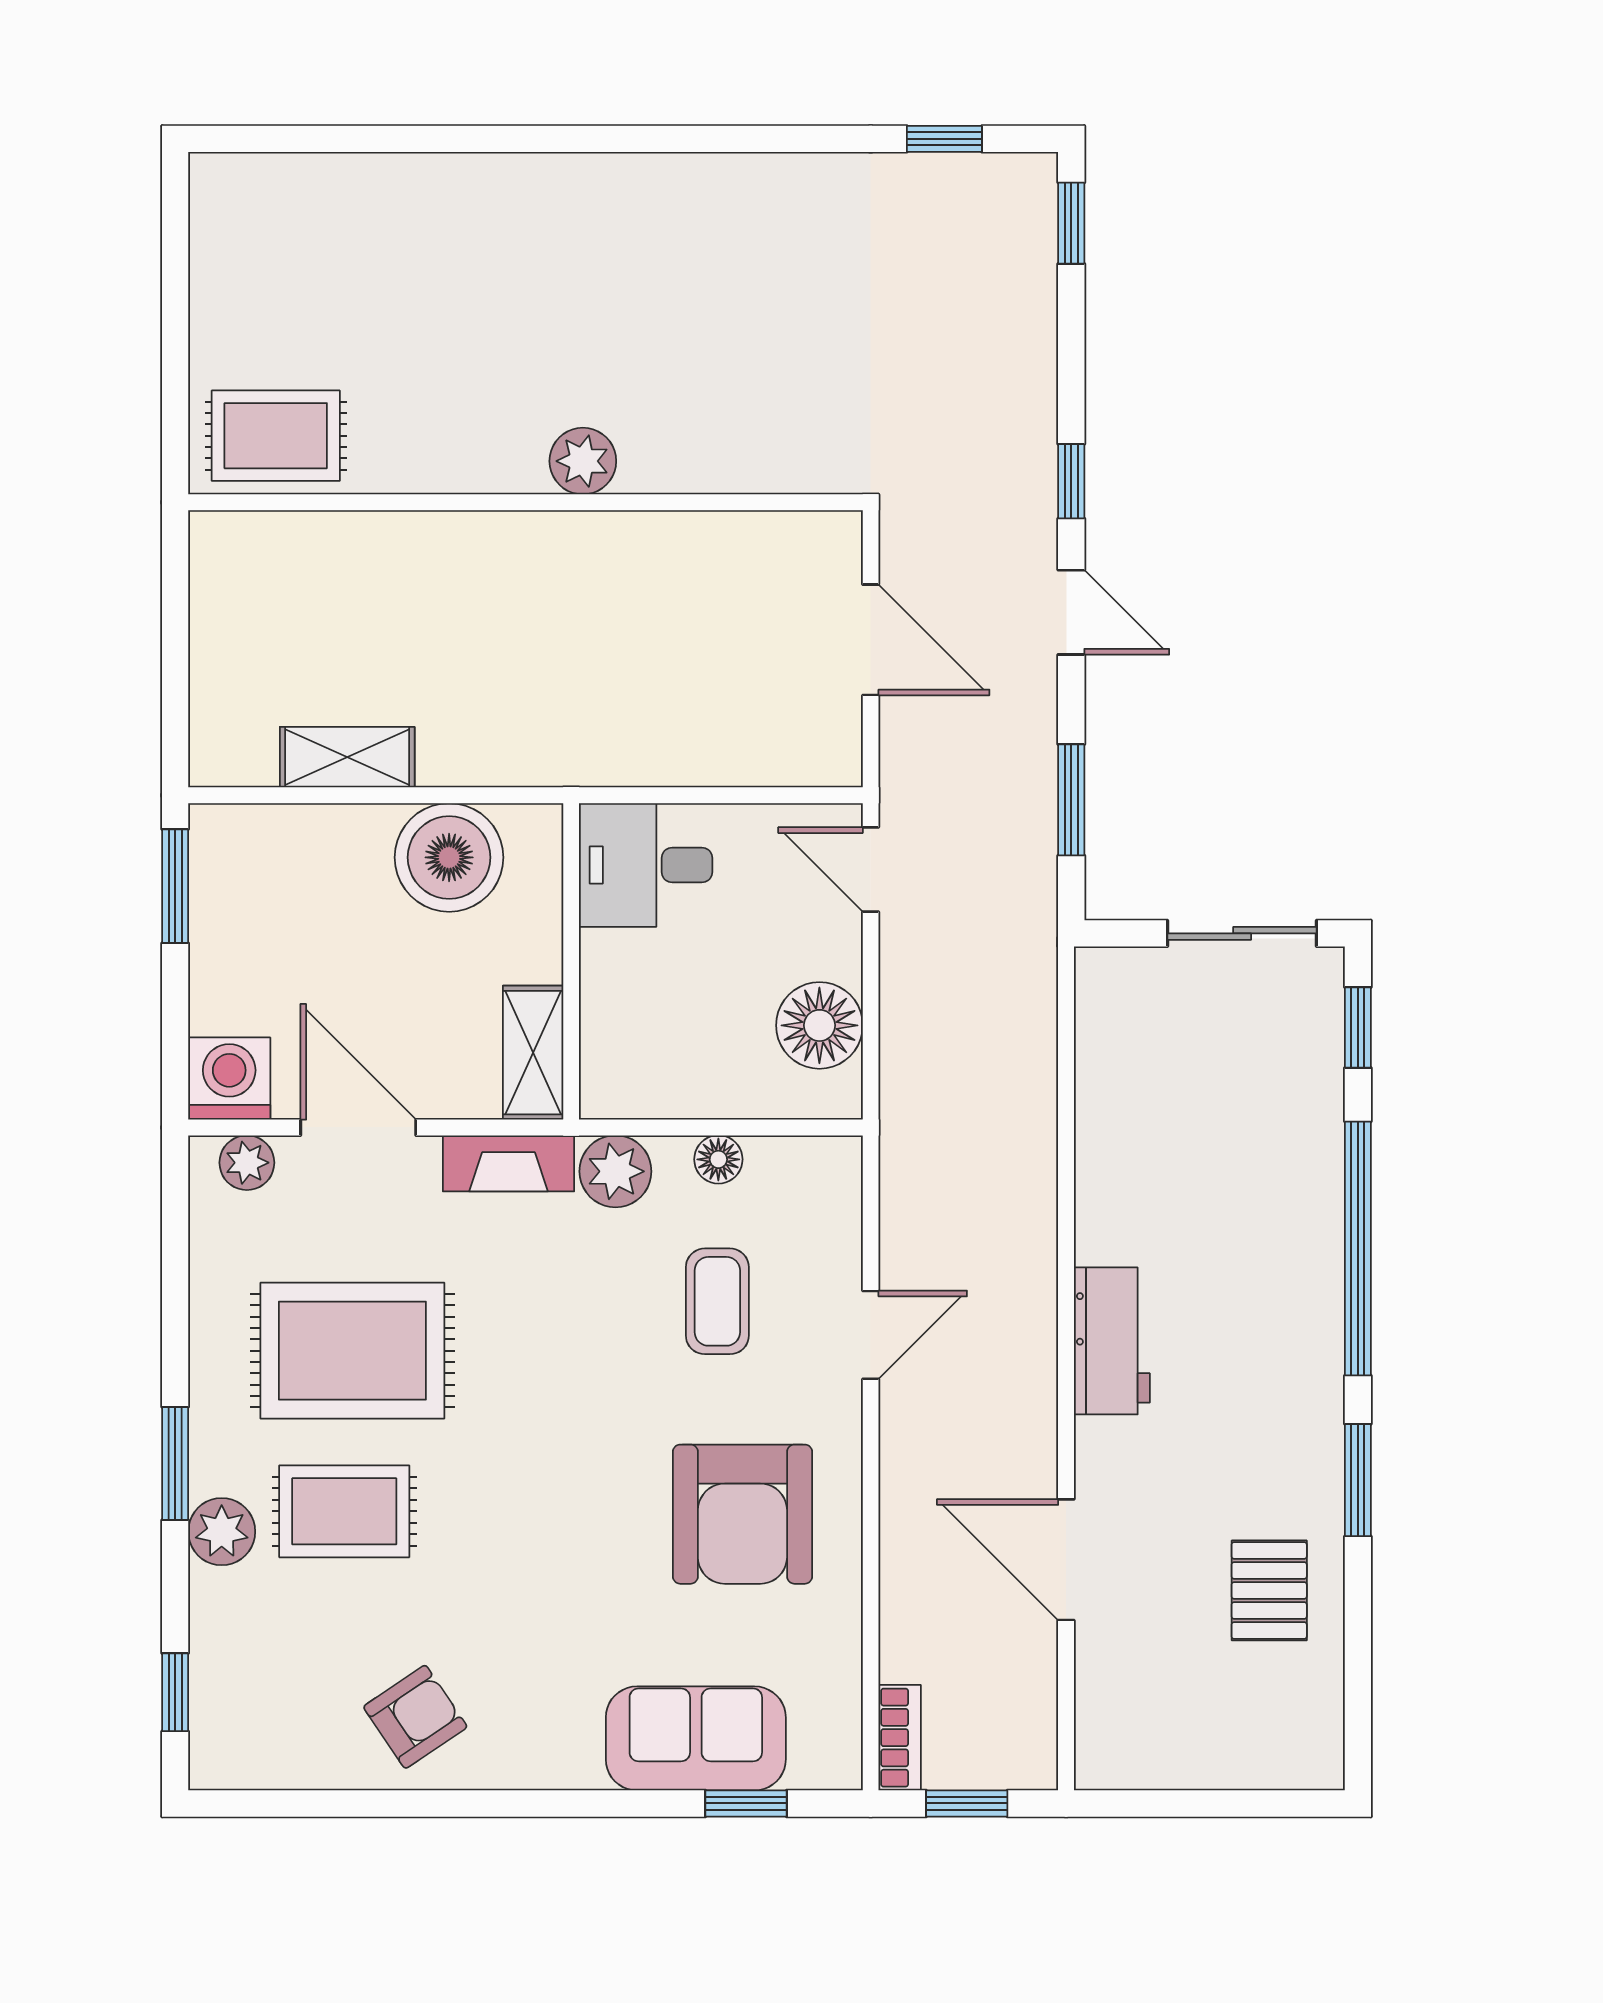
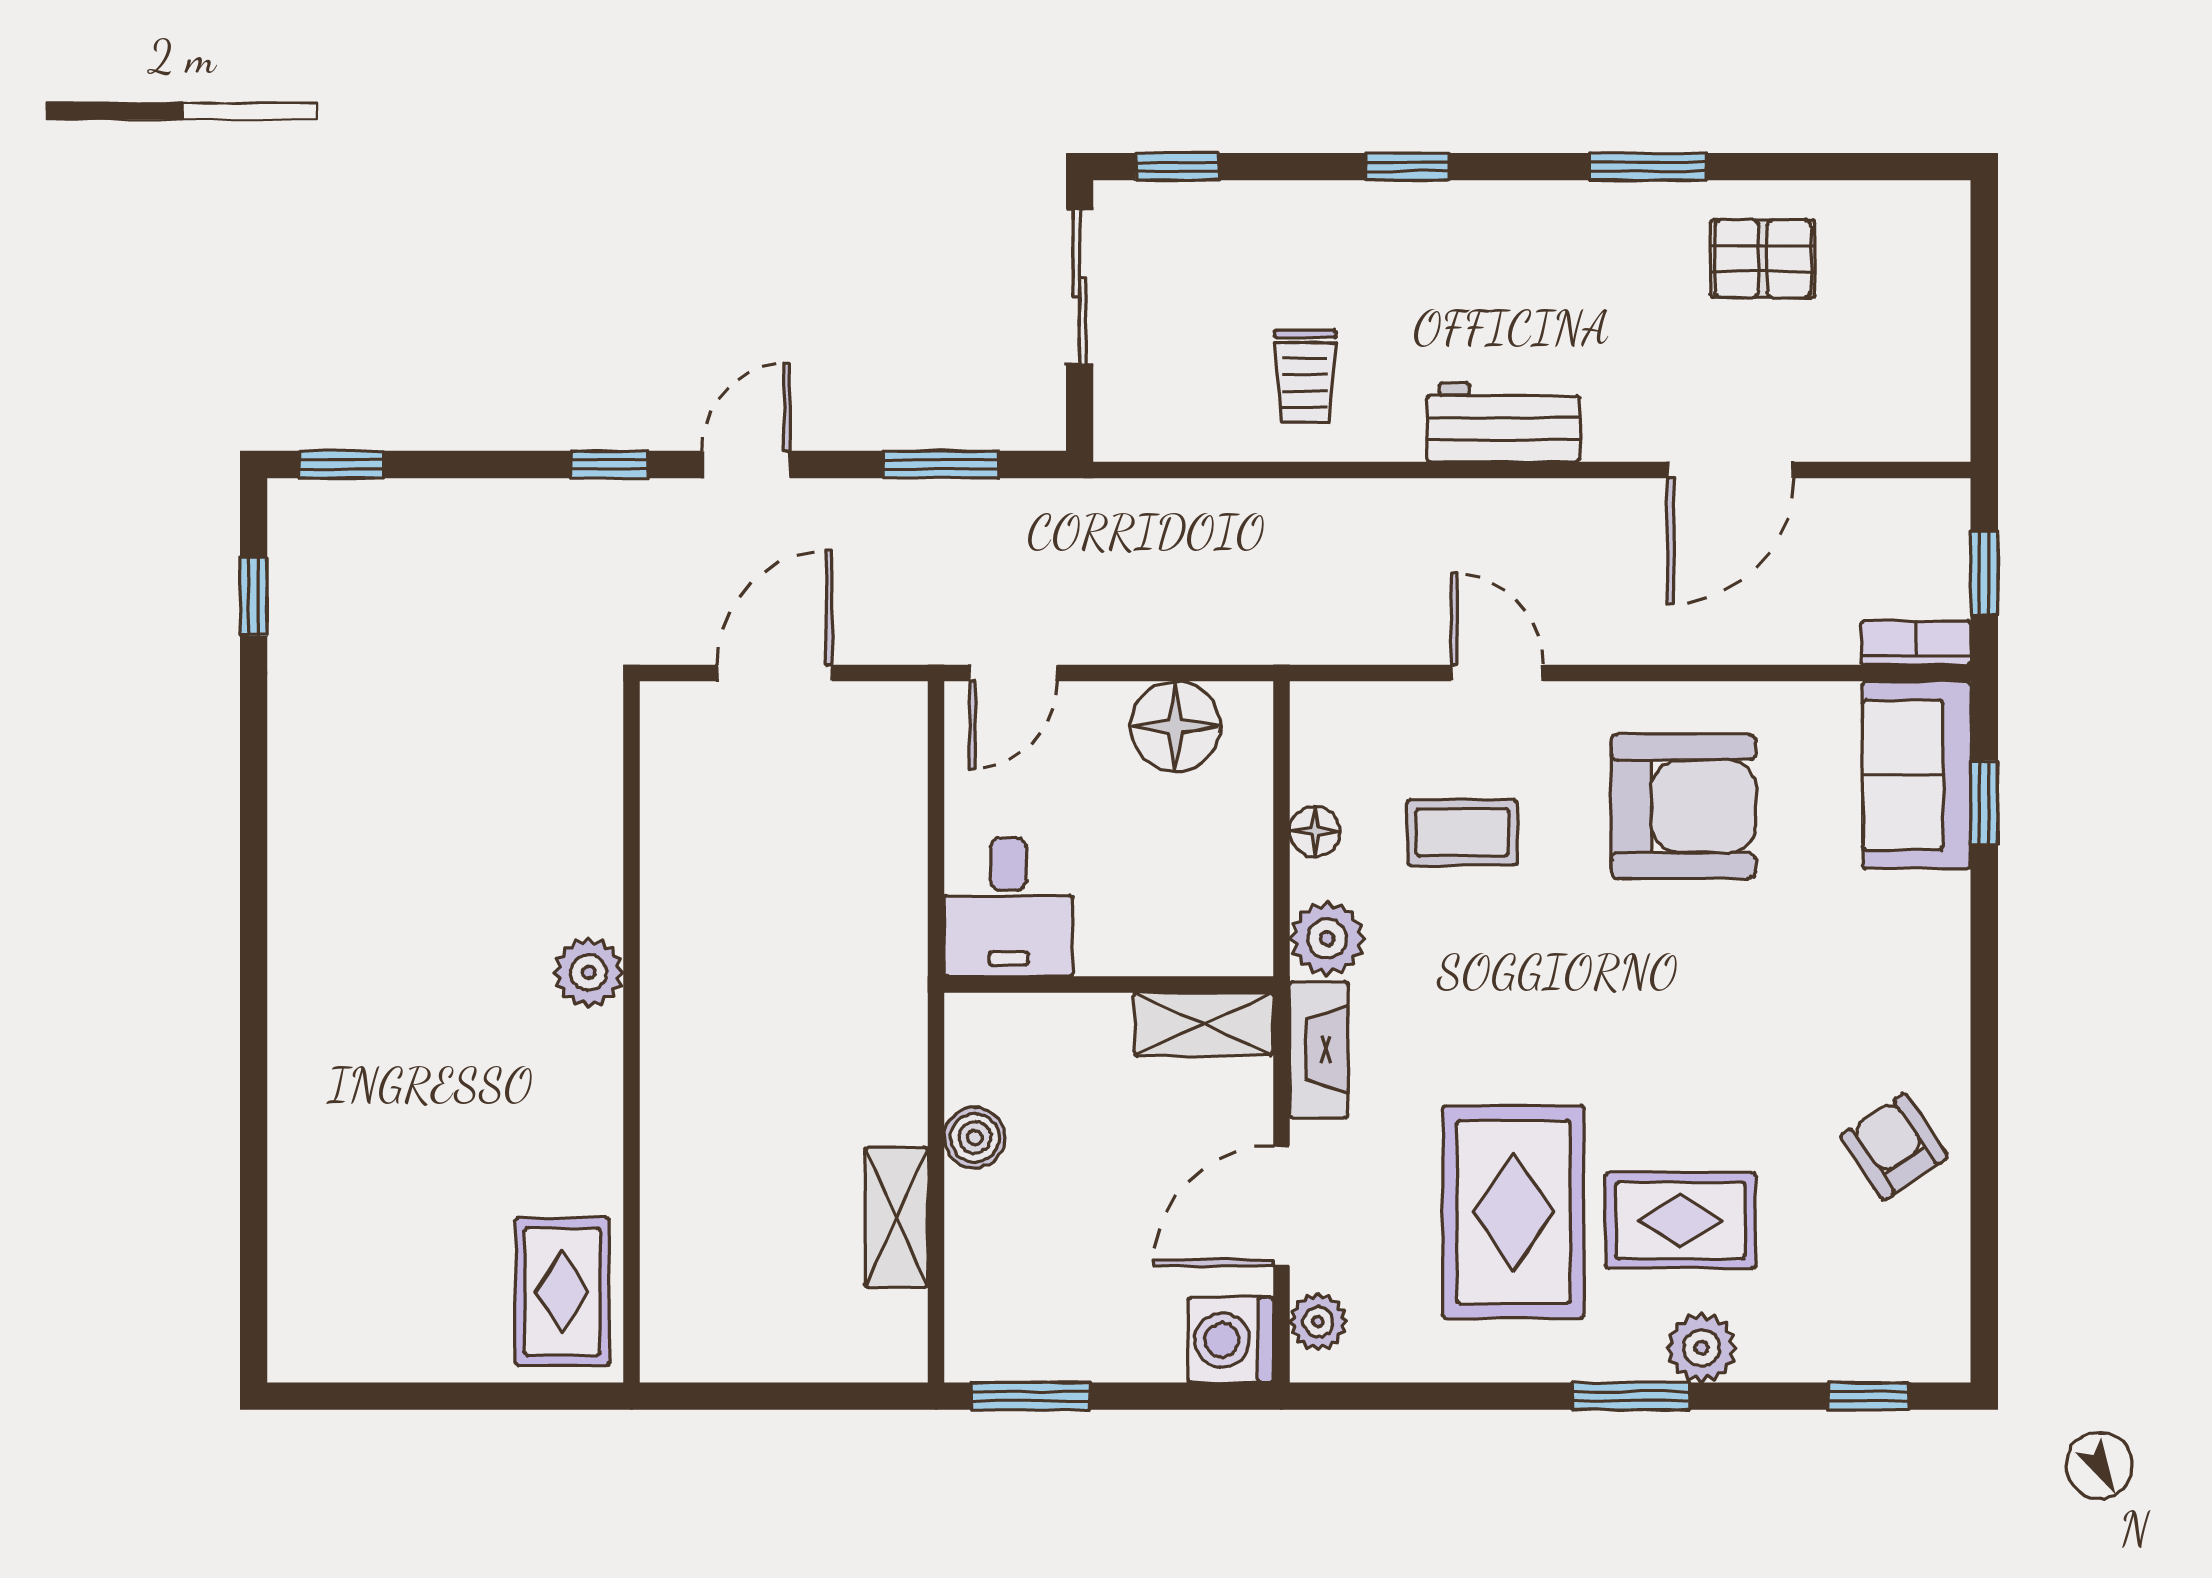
boiler: (449, 857) -> (975, 1138), width x0.54, depth x0.54
trolley: (1156, 1150) -> (1305, 376), added
window: (1358, 1249) -> (1407, 167), width x0.32
rug: (344, 1511) -> (1681, 1220), turned 90
sofa: (696, 1738) -> (1917, 775), moved

